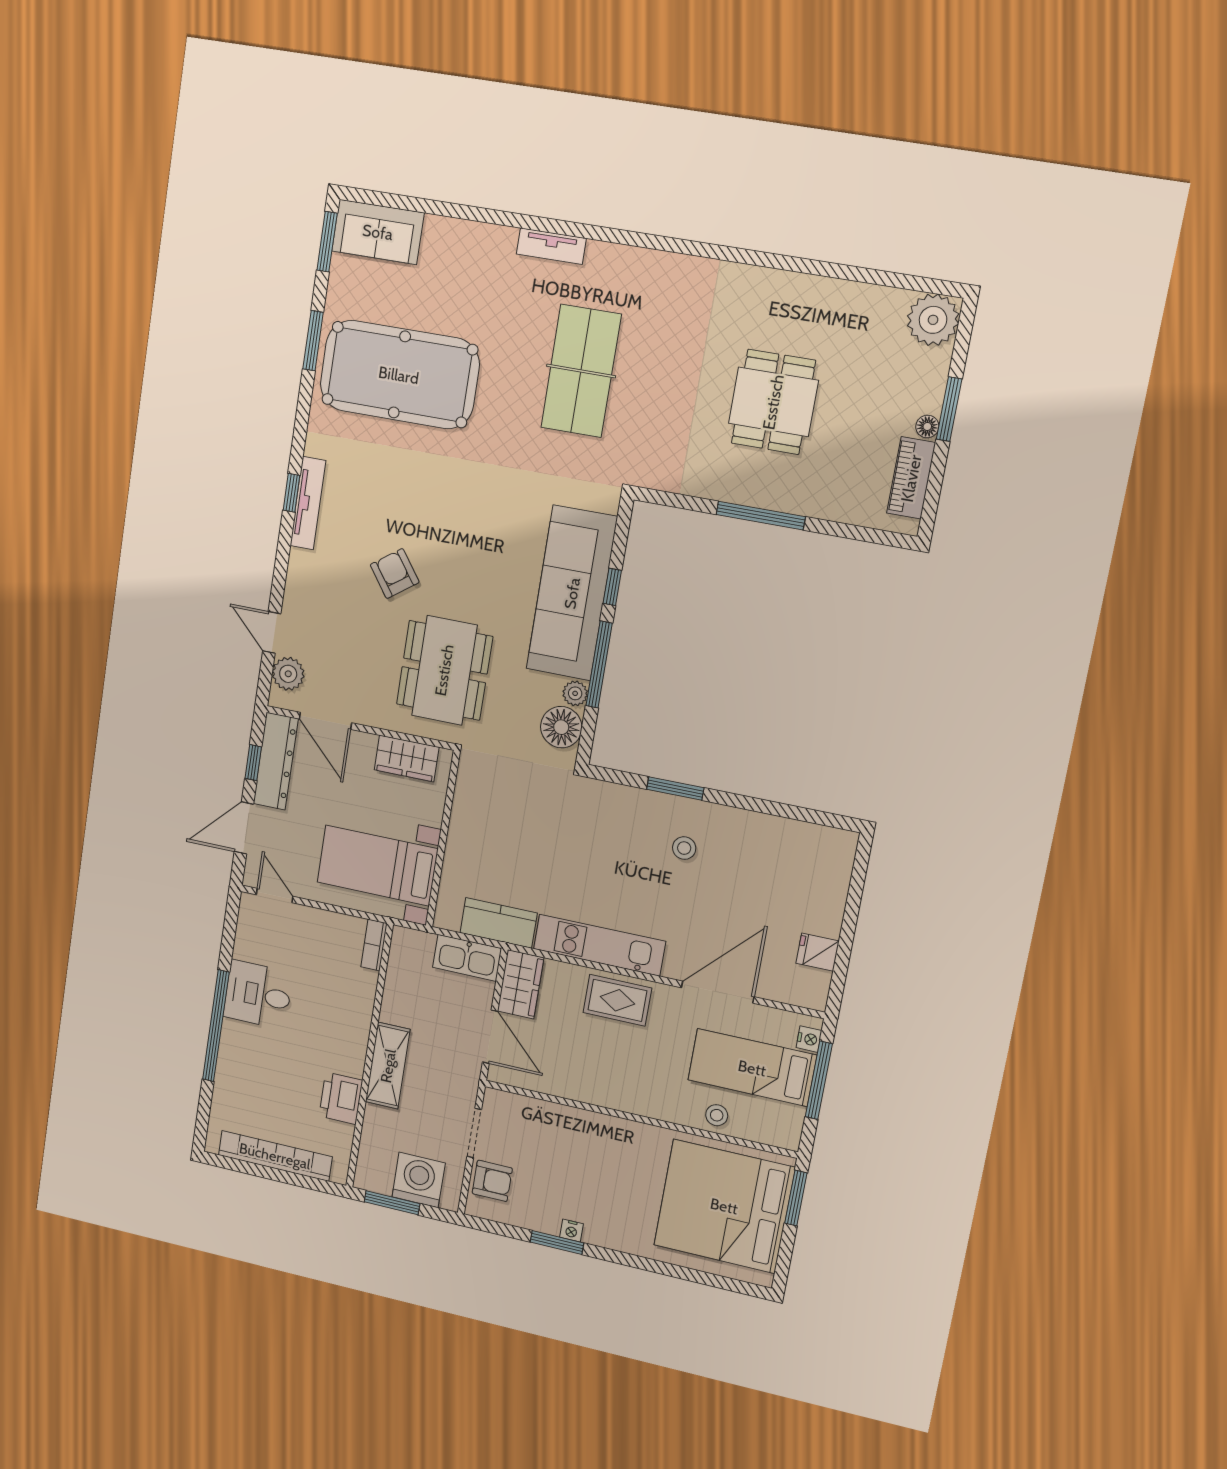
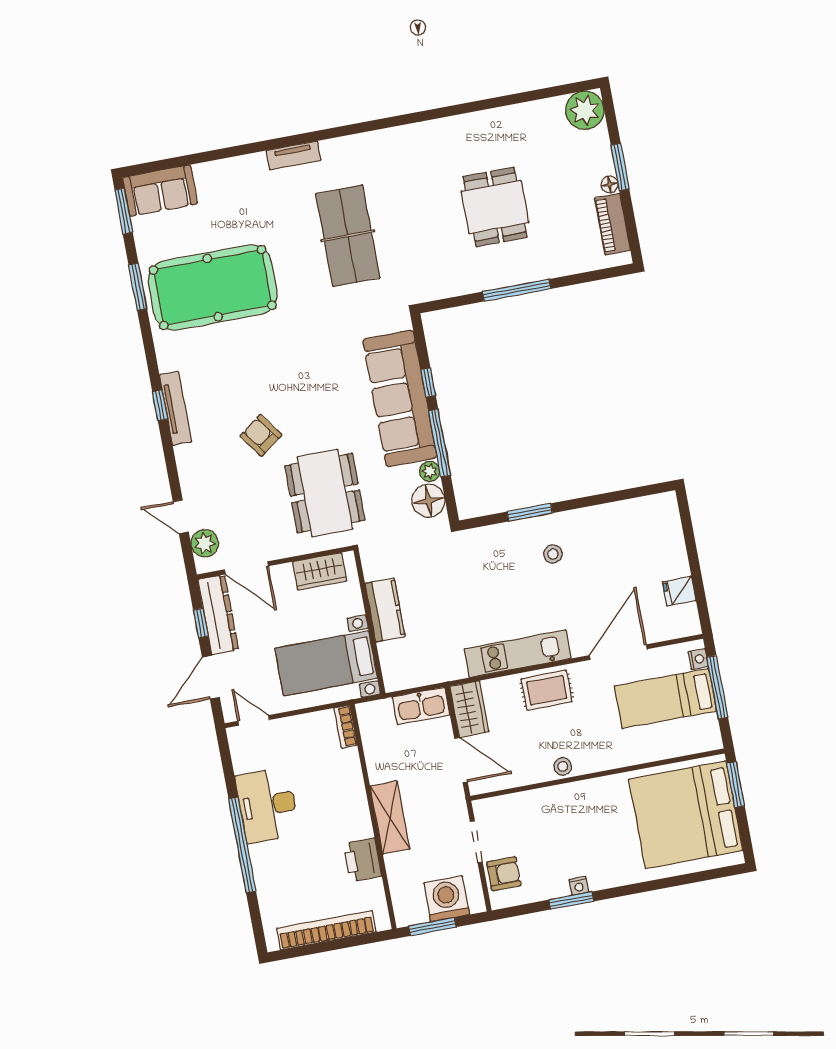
kitchen counter: (499, 923) -> (385, 610), moved, turned 90
desk: (258, 995) -> (267, 805), width x1.37
stool: (717, 1115) -> (563, 766), moved

